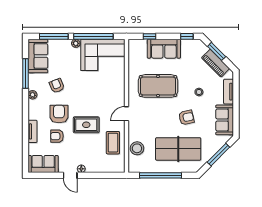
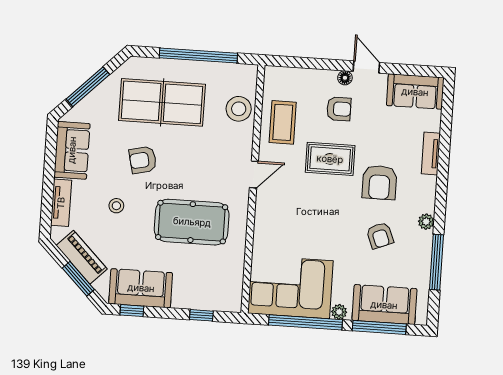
sofa: (164, 49) -> (141, 288), moved
sofa: (38, 56) -> (384, 305), moved, turned 90
armchair: (57, 136) -> (339, 109), moved

